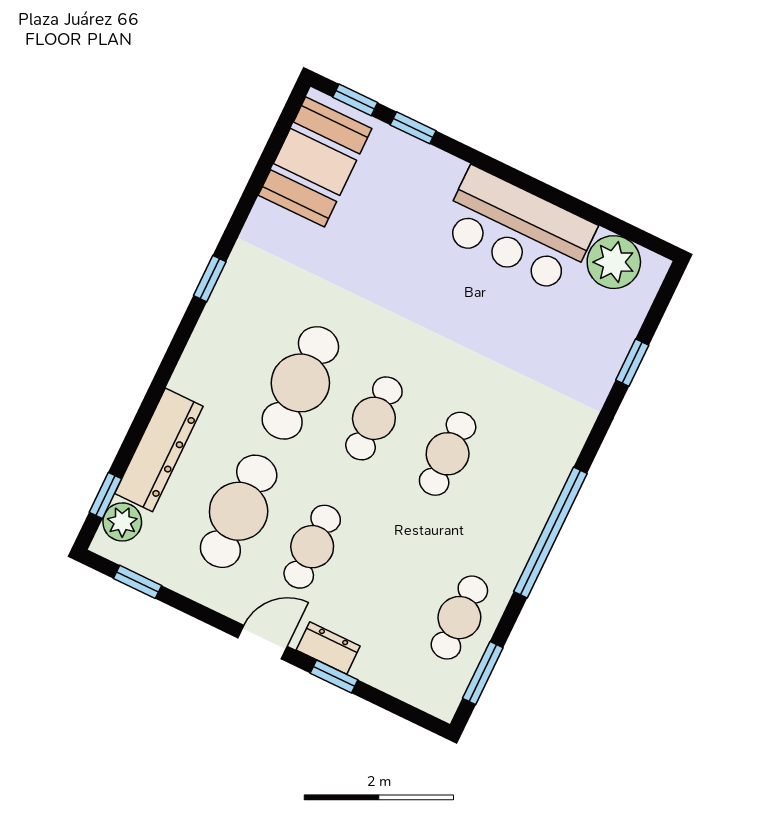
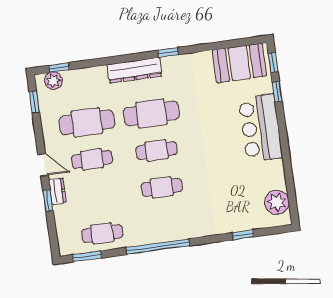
bar counter: (518, 230) -> (261, 128), moved
dresser: (159, 450) -> (134, 70), moved

